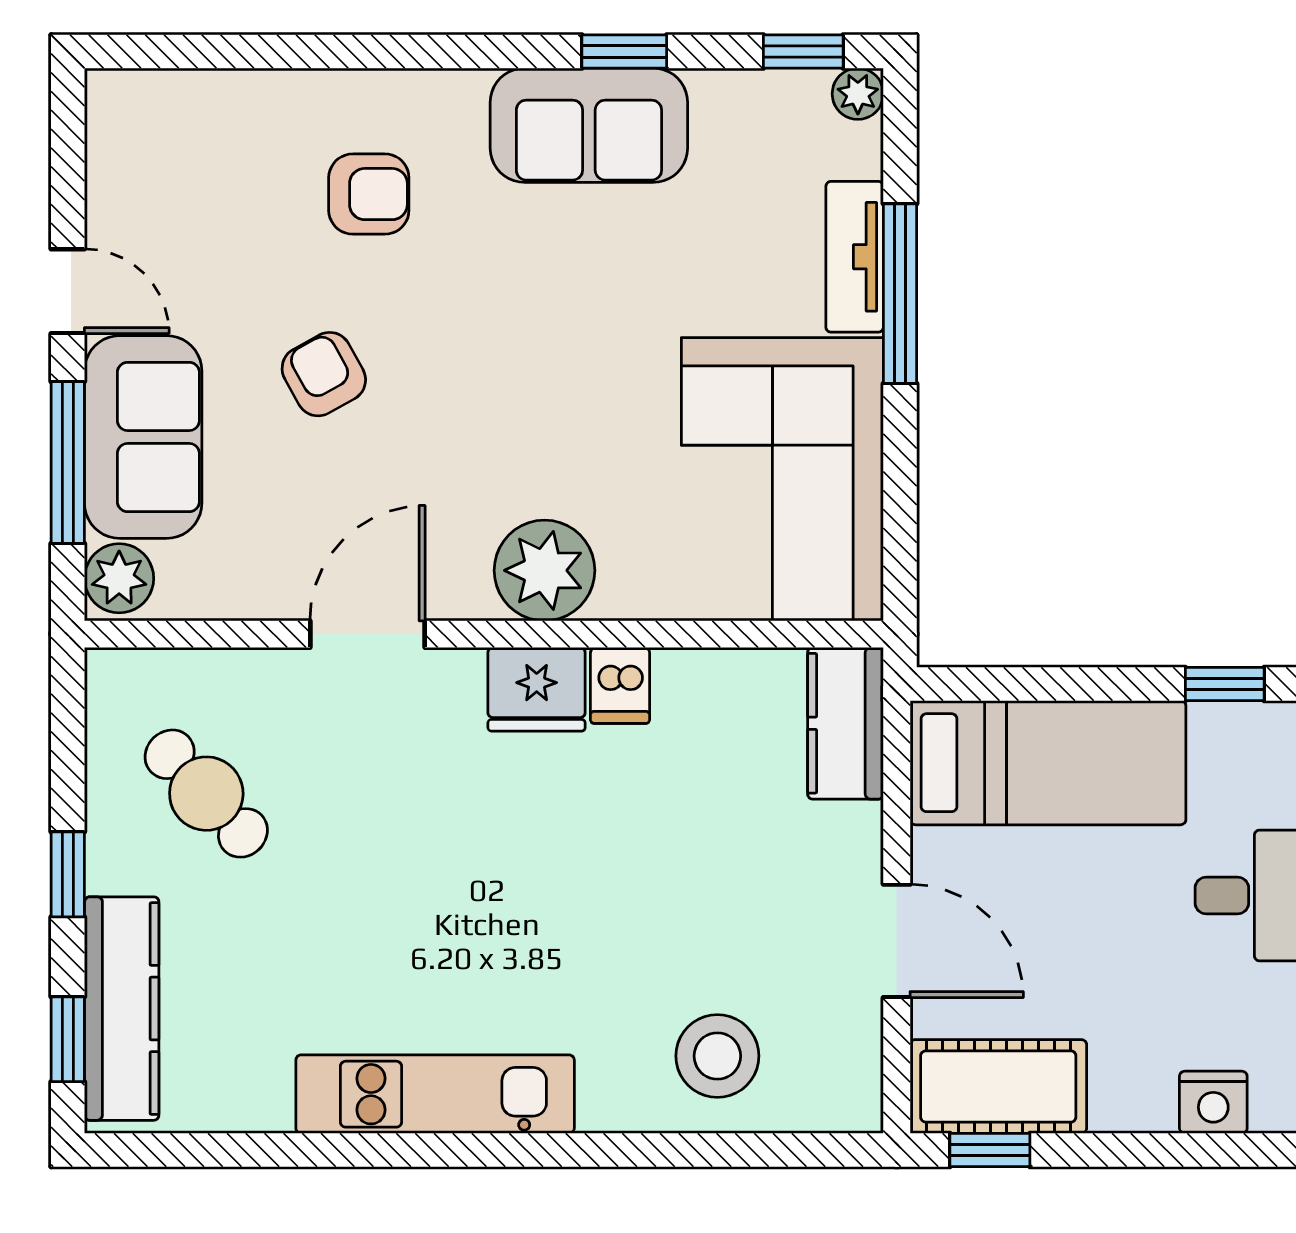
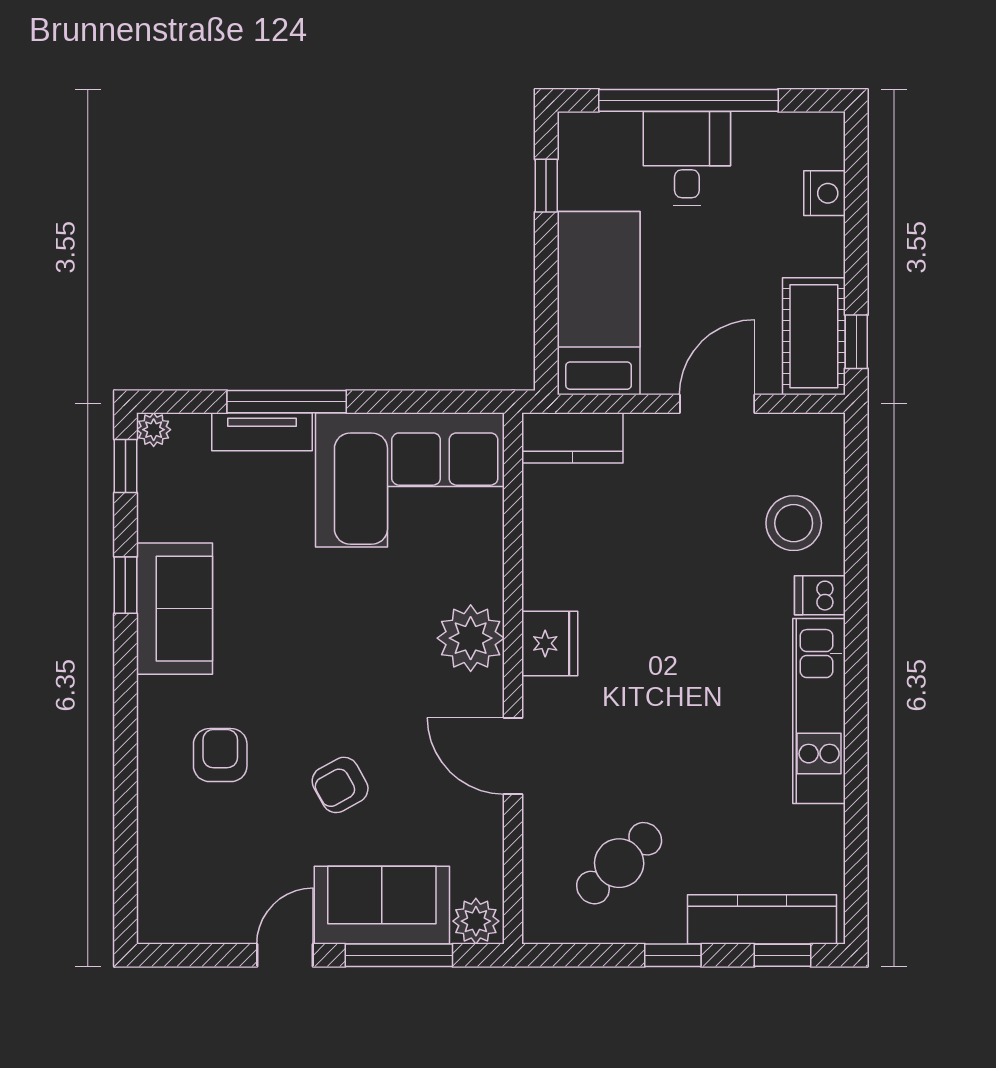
dishwasher: (620, 685) -> (820, 595), moved, turned 180

